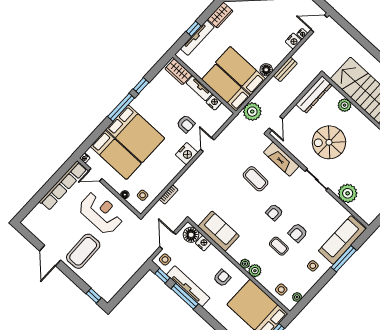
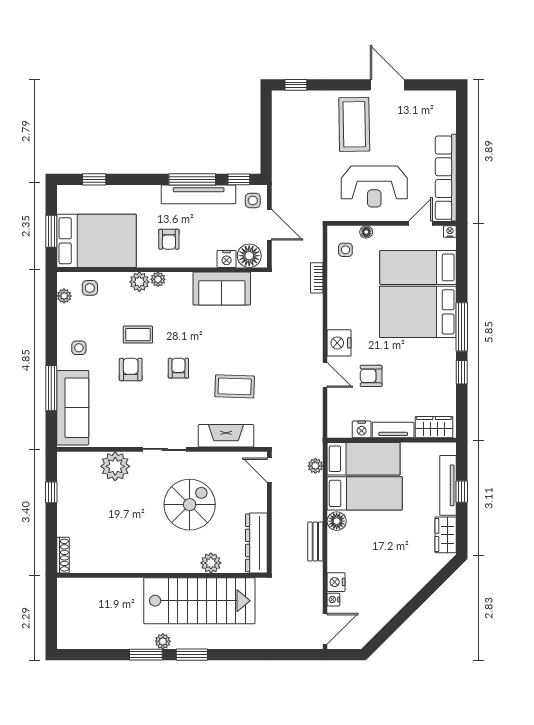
plant: (252, 112) -> (315, 466), width x0.53, depth x0.53

